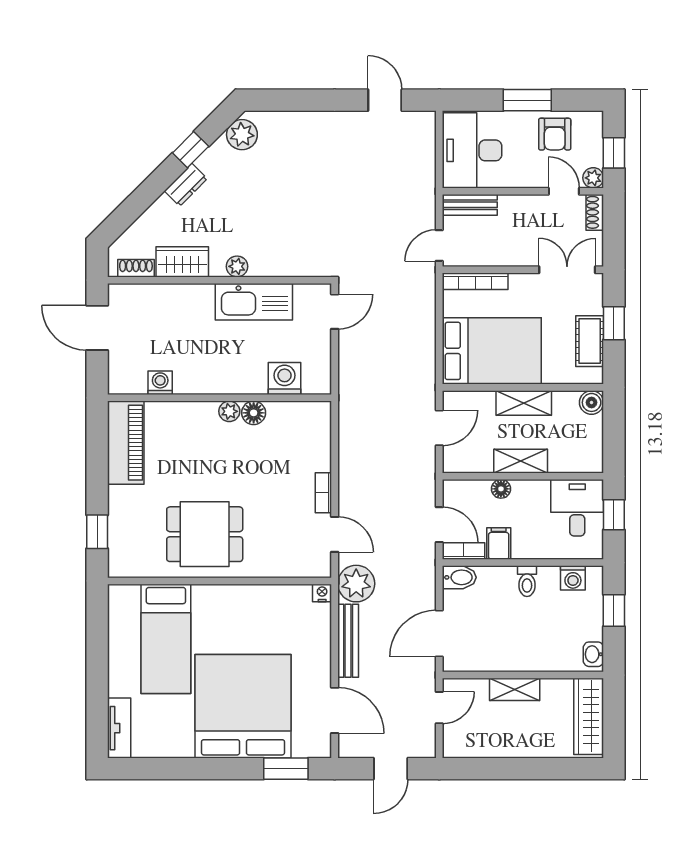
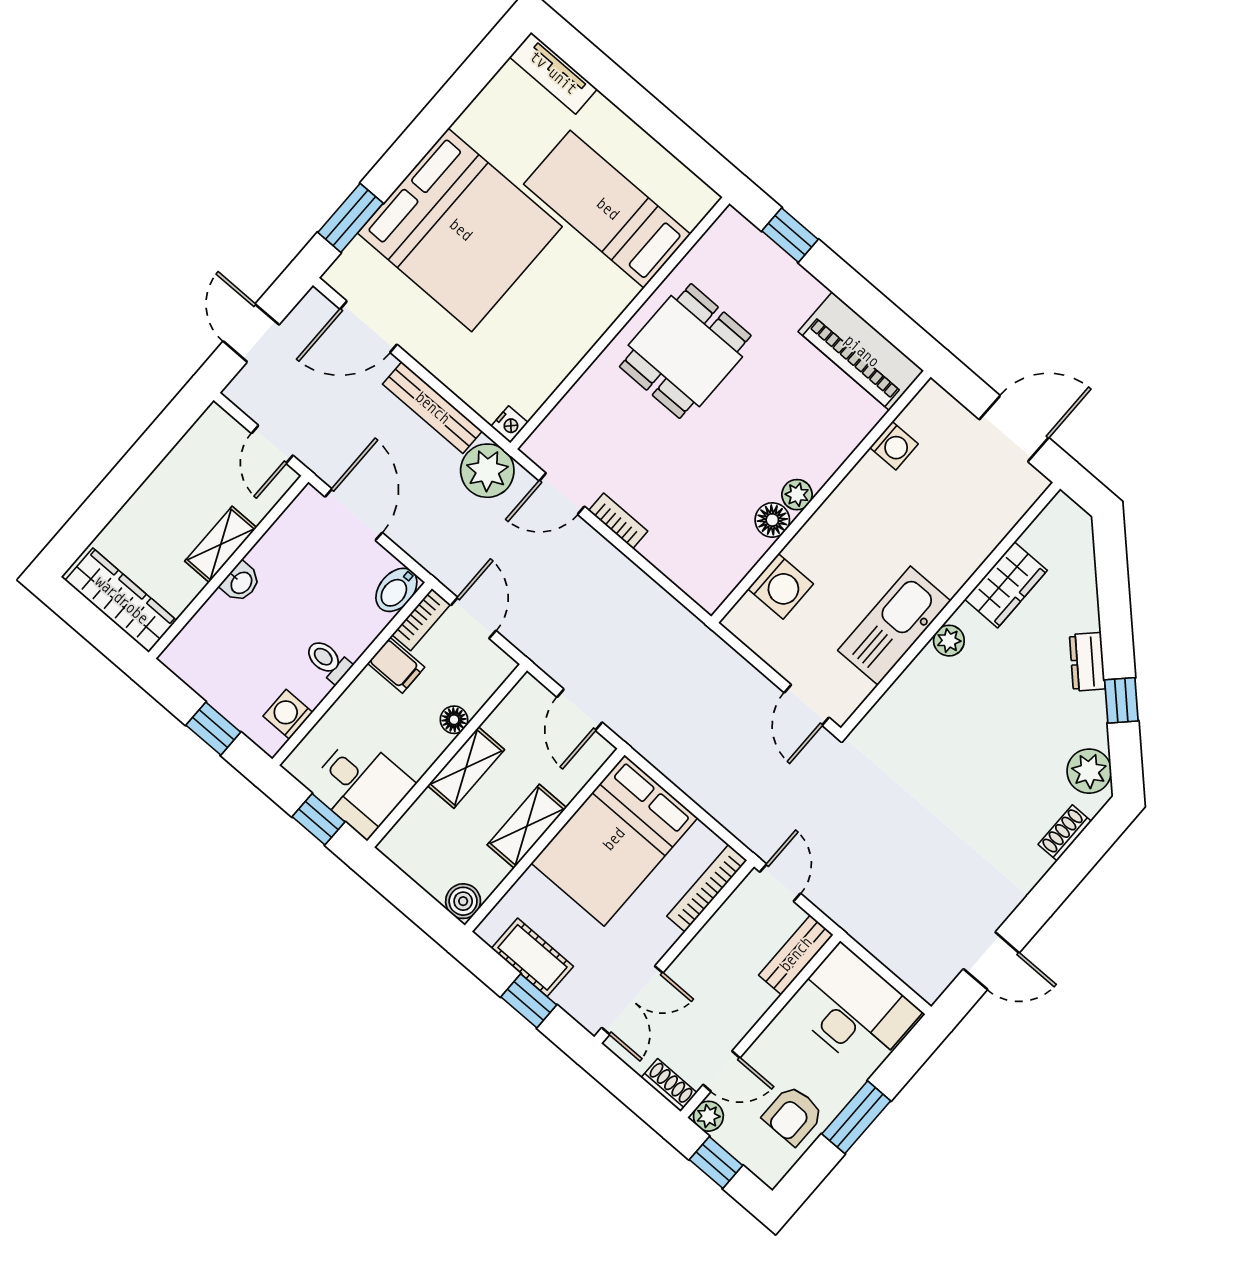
armchair: (555, 134) -> (793, 1115), turned -90
shoe rack: (136, 268) -> (1065, 833), moved, turned 180
door: (439, 525) -> (473, 618), swing flipped
washbasin: (593, 654) -> (241, 582), moved, turned 90

